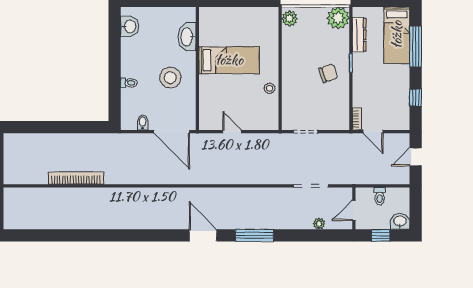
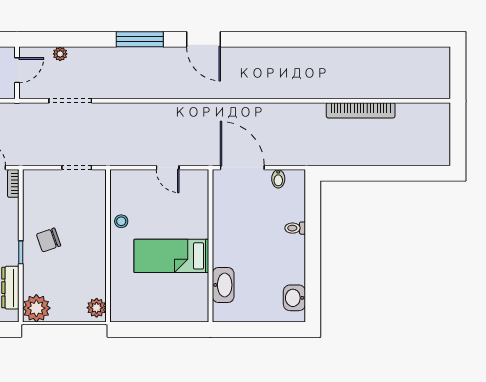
stool: (170, 78) -> (244, 234), removed

